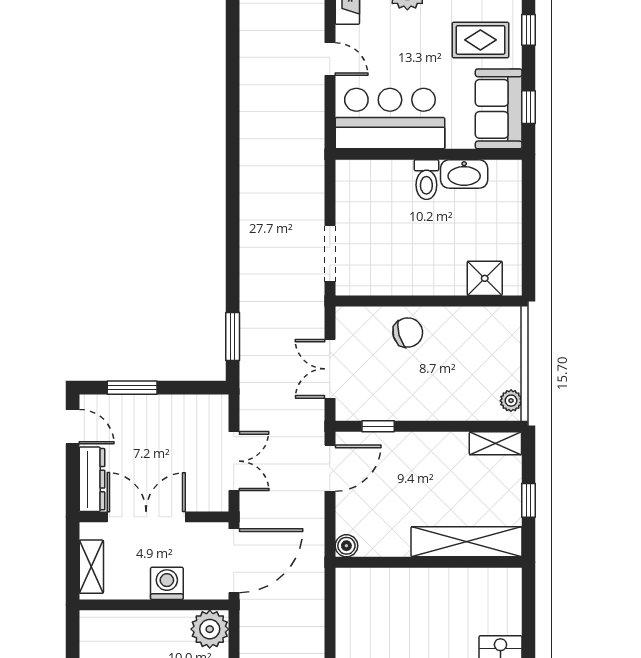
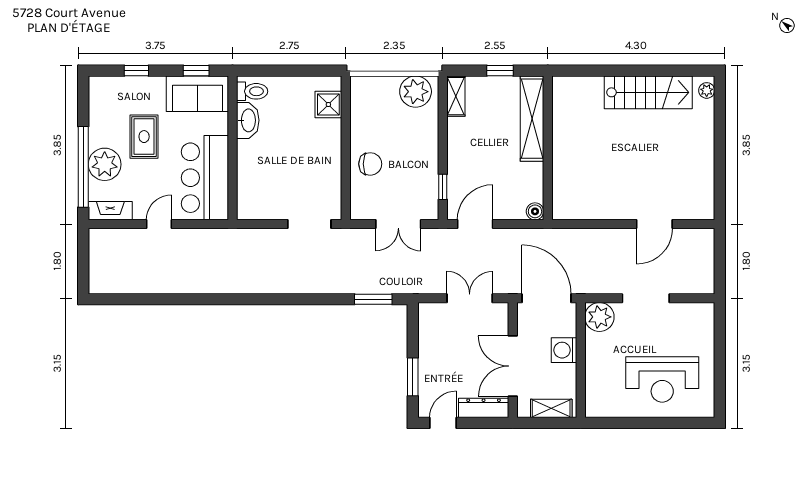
rug: (480, 40) -> (144, 137), moved
toilet: (426, 180) -> (252, 91), moved
chair: (408, 333) -> (370, 164), turned 106
plant: (511, 401) -> (416, 92), width x1.88, depth x1.88
door: (330, 468) -> (475, 224), hinge flipped

